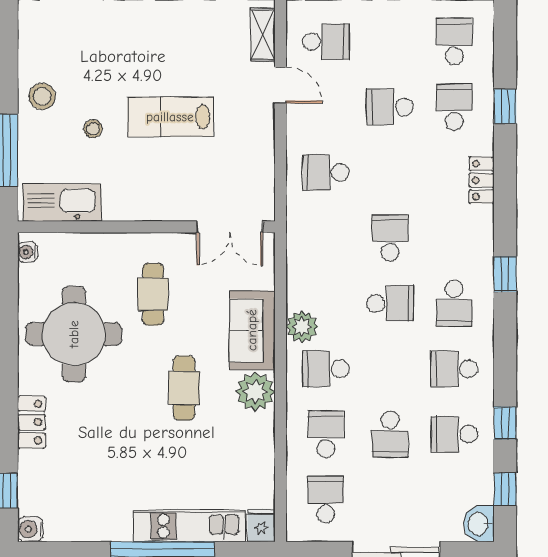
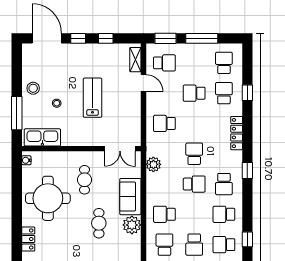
lab bench: (170, 117) -> (93, 98), turned 90
locker: (482, 180) -> (237, 133), width x1.53
plant: (302, 327) -> (153, 164), moved

